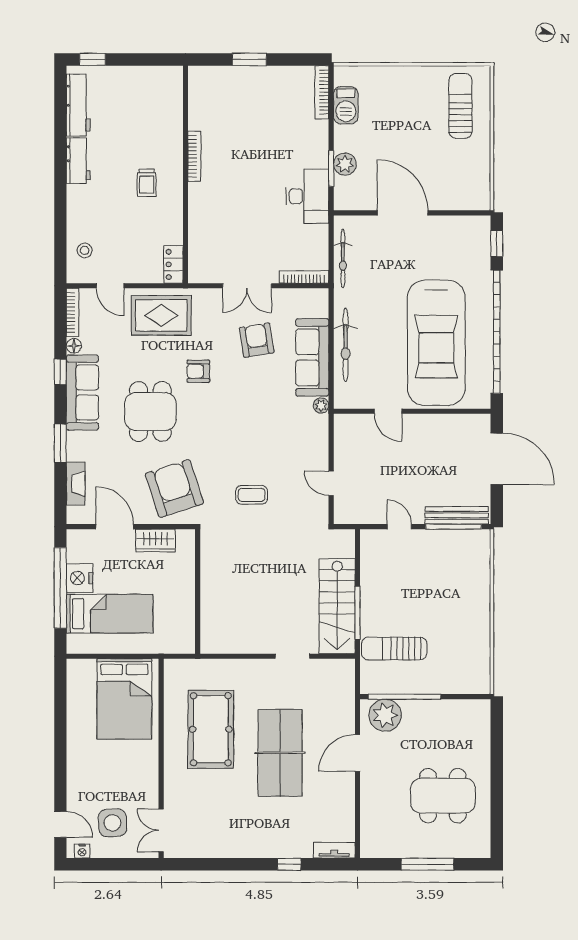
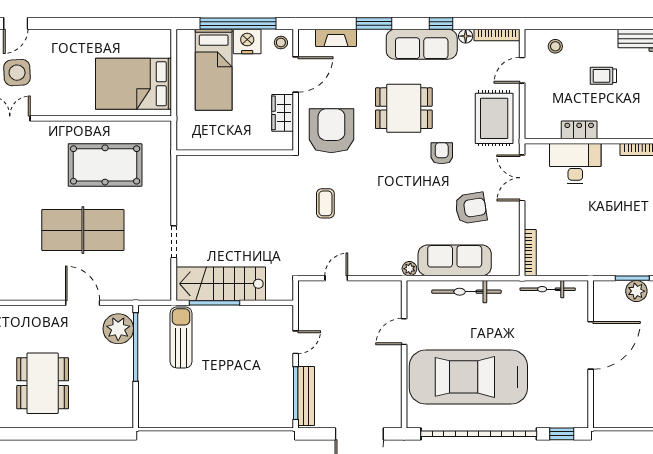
trolley: (147, 183) -> (603, 76), moved
desk: (307, 196) -> (575, 163), moved, turned 180
locker: (173, 264) -> (579, 130), moved
double door: (247, 286) -> (522, 178), moved
armchair: (174, 488) -> (331, 131), turned -72
stool: (81, 542) -> (281, 43), added

